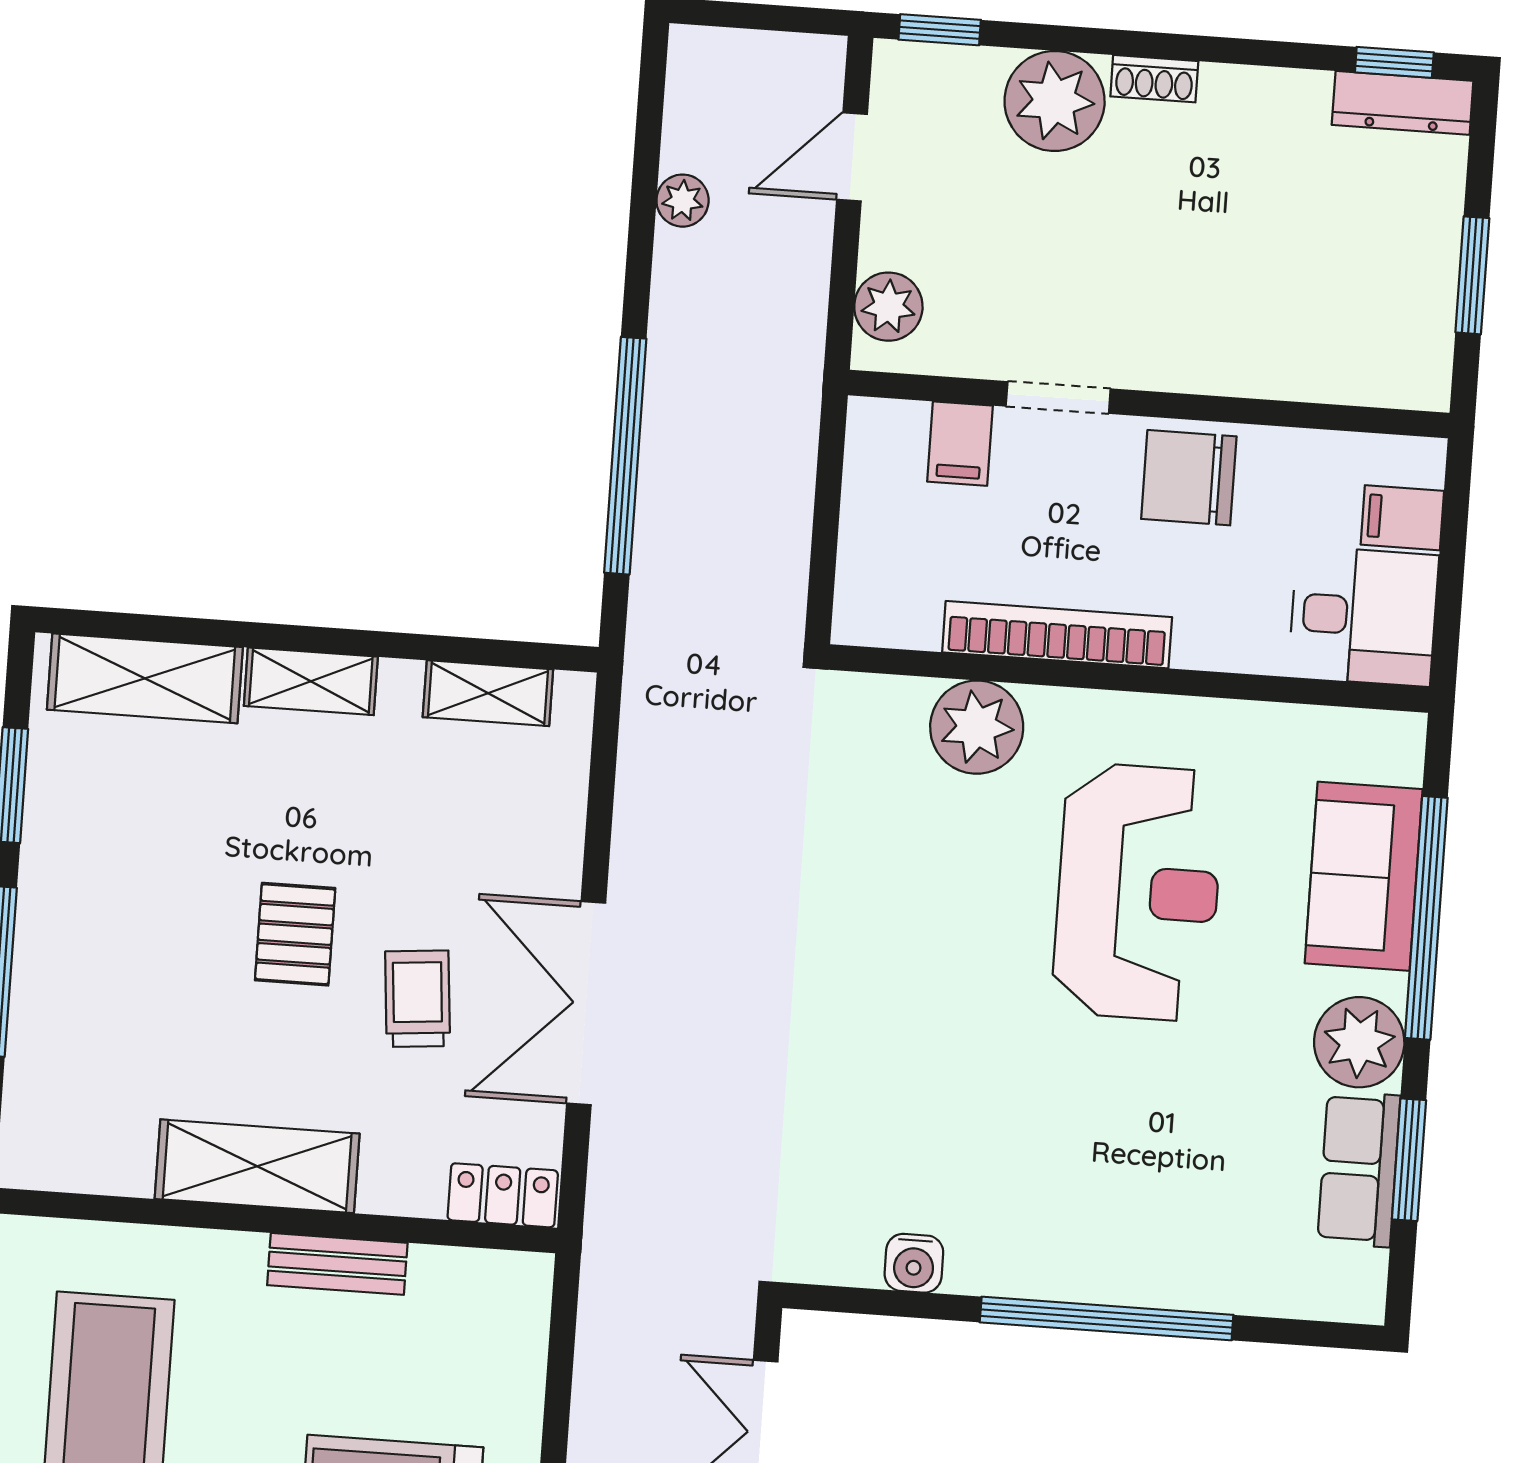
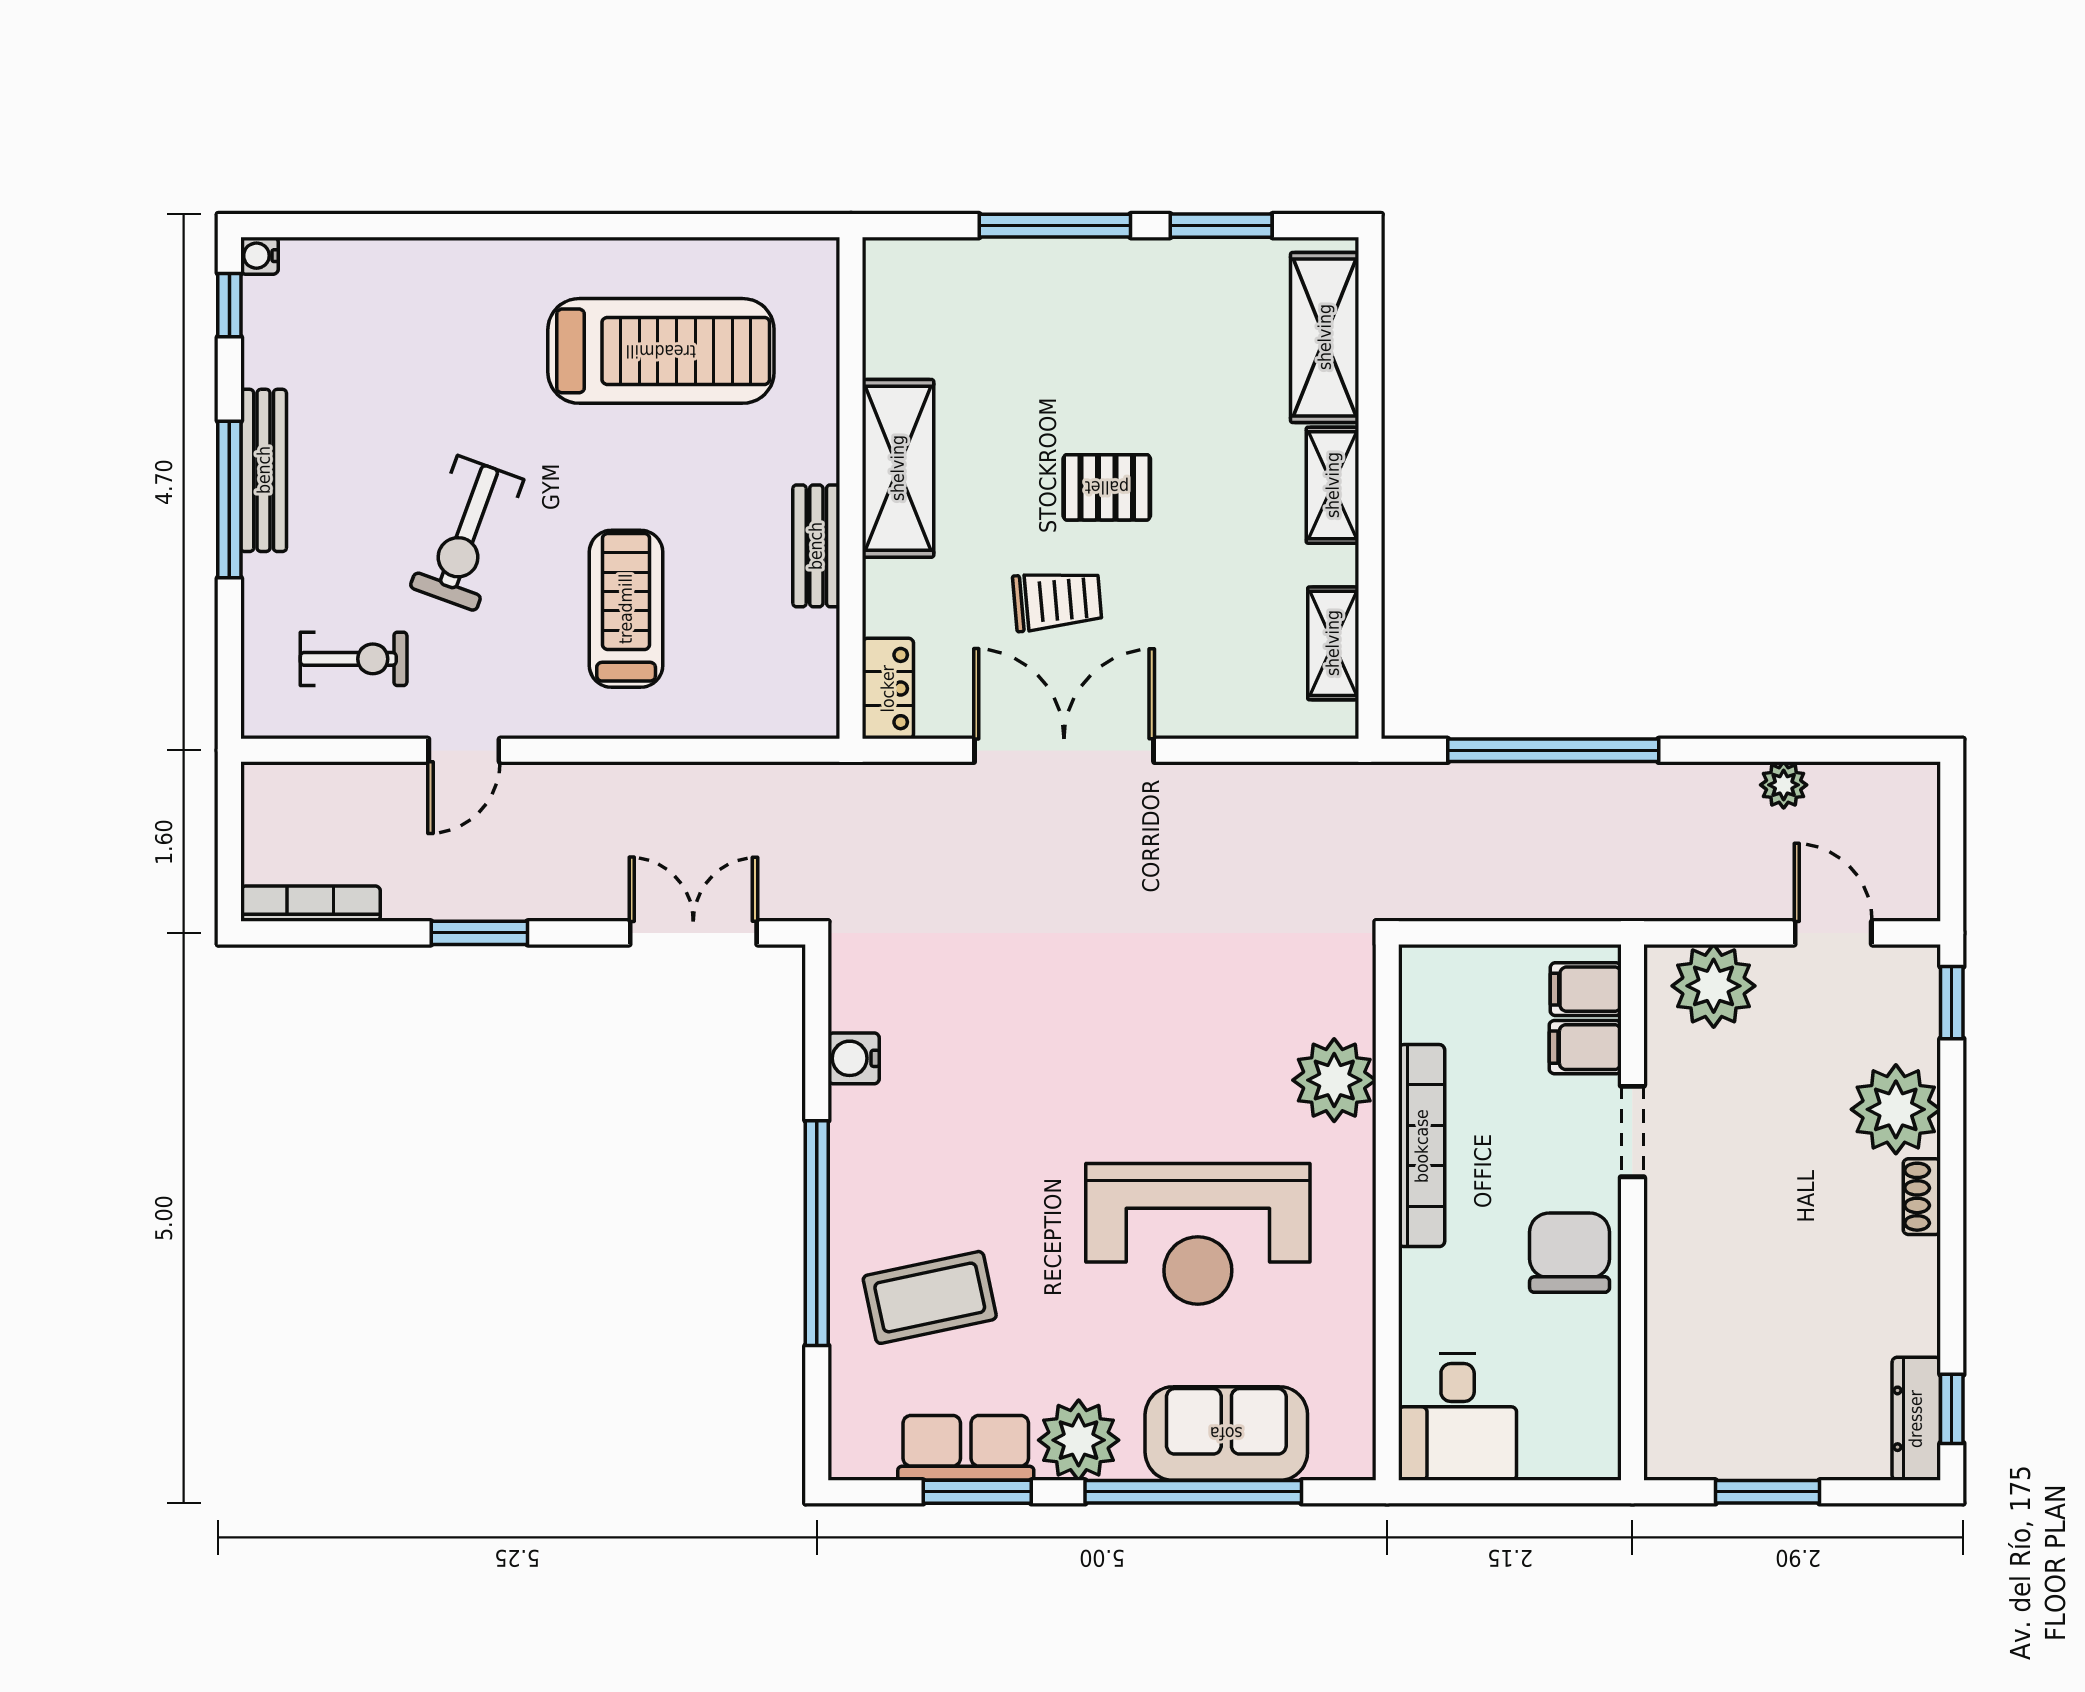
plant: (888, 307) -> (1714, 986), width x1.36, depth x1.36
filing cabinet: (1402, 518) -> (1586, 989), moved, turned -90
coffee table: (1188, 1197) -> (930, 1297), added

